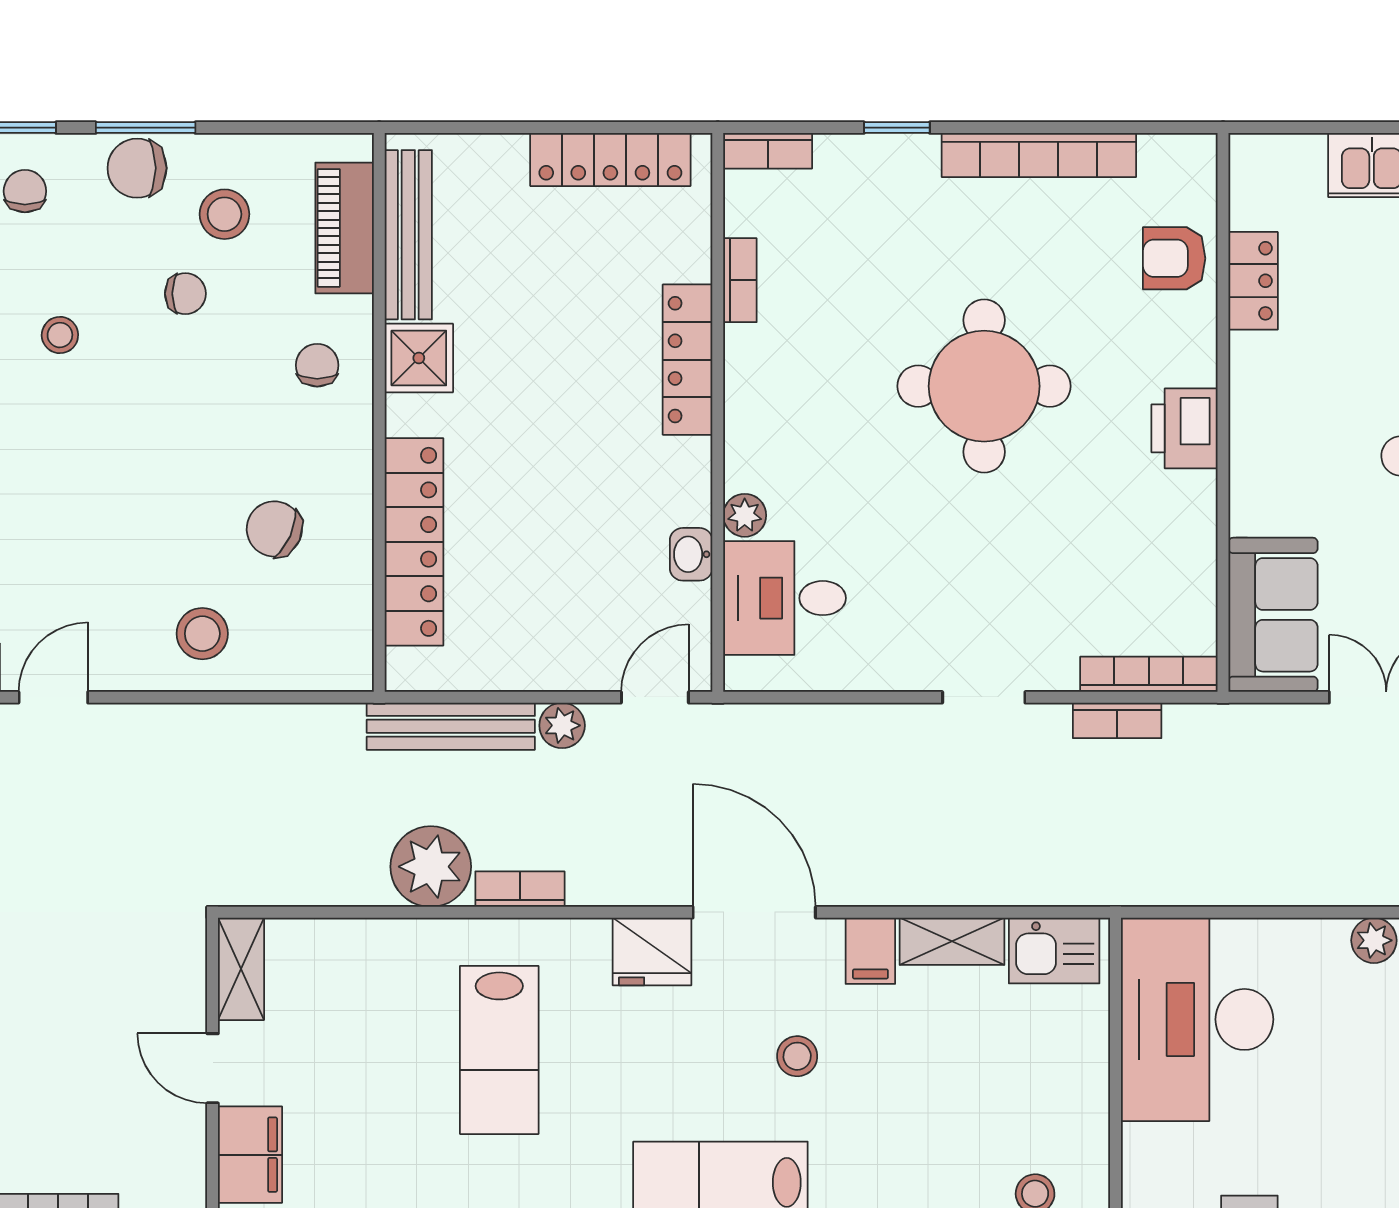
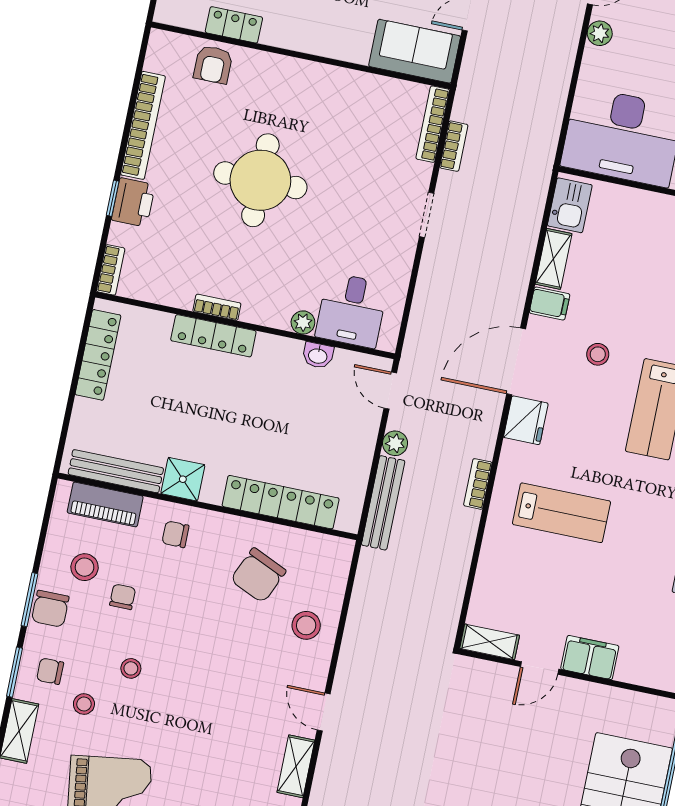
bookcase: (740, 280) -> (217, 307), moved
printer: (1185, 428) -> (133, 202), moved, turned -90
chair: (274, 529) -> (258, 575), width x1.37, depth x1.37
plant: (431, 867) -> (456, 529), removed

